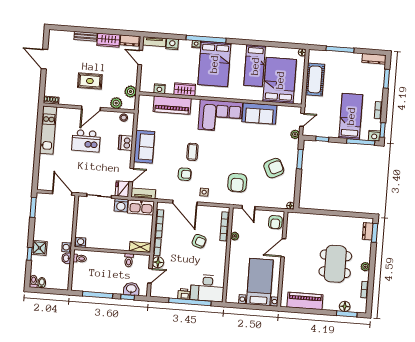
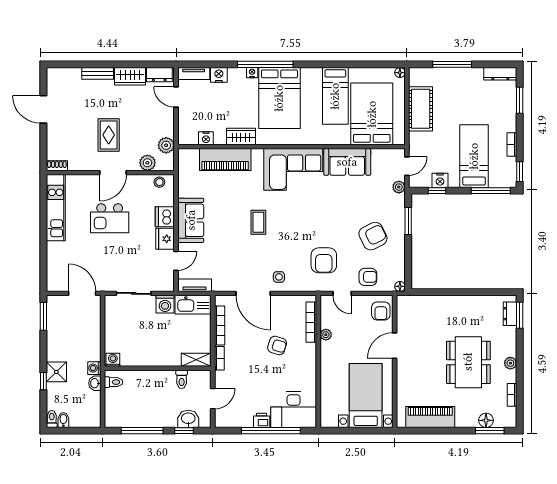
rug: (90, 81) -> (109, 135), turned 90
nightstand: (374, 136) -> (440, 180), moved
armchair: (185, 174) -> (368, 277), moved
fridge: (122, 189) -> (165, 239), moved
floor lamp: (158, 262) -> (222, 379), removed

